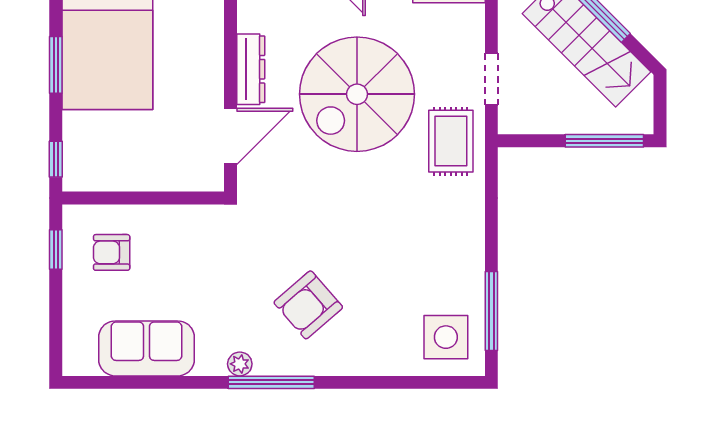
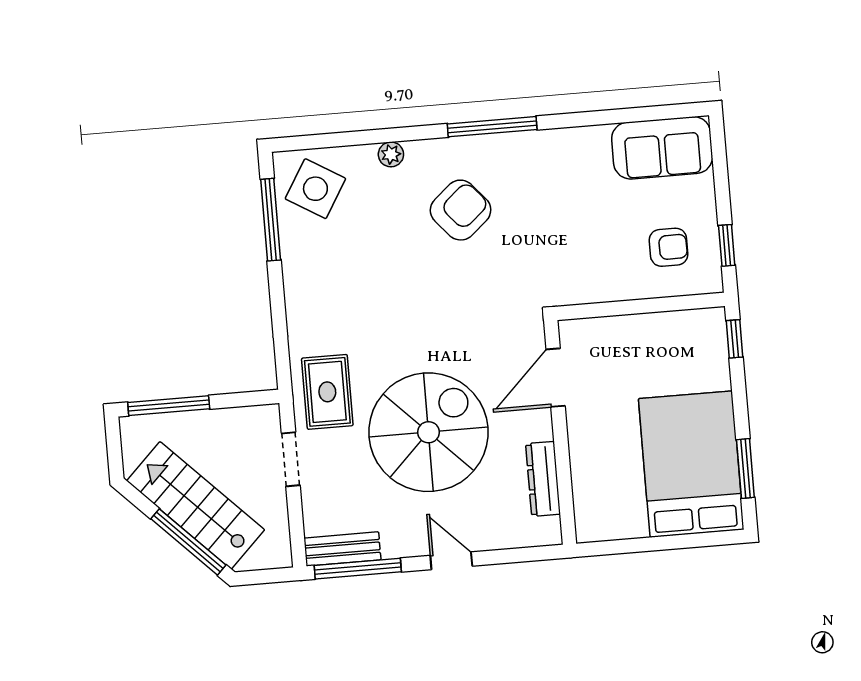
window: (56, 65) -> (745, 469), moved
dresser: (251, 69) -> (543, 479), moved
side table: (446, 337) -> (315, 189), turned 31
sofa: (147, 348) -> (662, 148), moved
plant: (240, 364) -> (391, 154), moved

